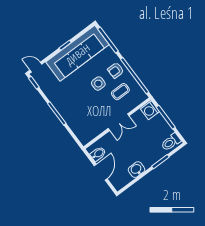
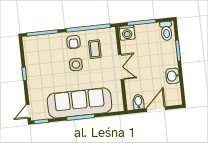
sofa: (77, 53) -> (80, 103), moved, turned -90
door: (101, 172) -> (156, 109), hinge flipped

